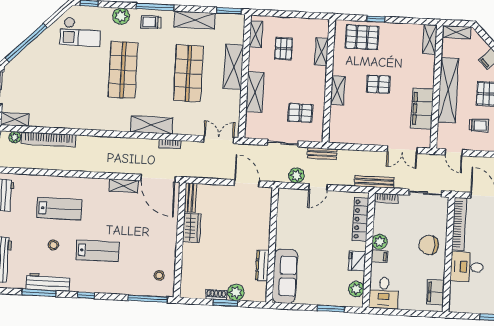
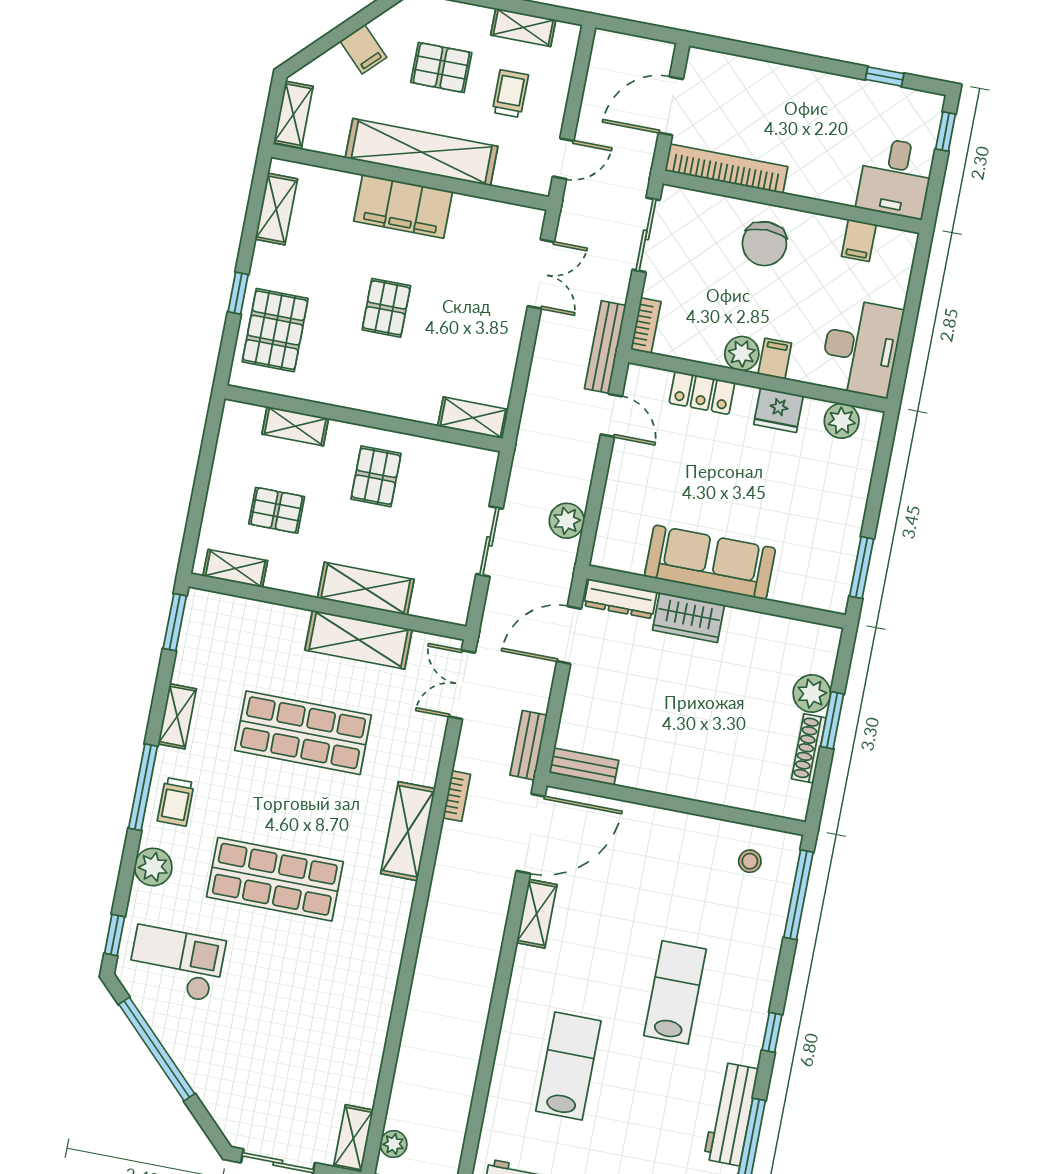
shelving: (195, 20) -> (177, 716), width x0.67, depth x0.75
checkout: (80, 32) -> (176, 964), turned -90
shelving: (430, 39) -> (276, 209), moved, turned 90
window: (26, 43) -> (157, 1049), moved
shelving: (234, 67) -> (359, 640), moved
shelving: (338, 91) -> (473, 418), moved
filing cabinet: (422, 109) -> (403, 206), moved
pallet: (300, 113) -> (376, 476), moved
bookcase: (49, 139) -> (409, 1068), removed
bench: (322, 154) -> (528, 745), moved
door: (318, 187) -> (611, 415), moved
locker: (361, 219) -> (702, 393), width x0.66
wardrobe: (192, 228) -> (689, 618), moved, turned 180
stool: (53, 245) -> (649, 1090), removed
dresser: (262, 265) -> (620, 599), moved
desk: (467, 267) -> (895, 178), moved
sofa: (285, 276) -> (710, 562), moved
filing cabinet: (435, 292) -> (859, 240), width x0.50
desk: (384, 293) -> (861, 348), width x1.37
shoe rack: (216, 295) -> (809, 748), width x1.43
window: (331, 309) -> (862, 568), moved

